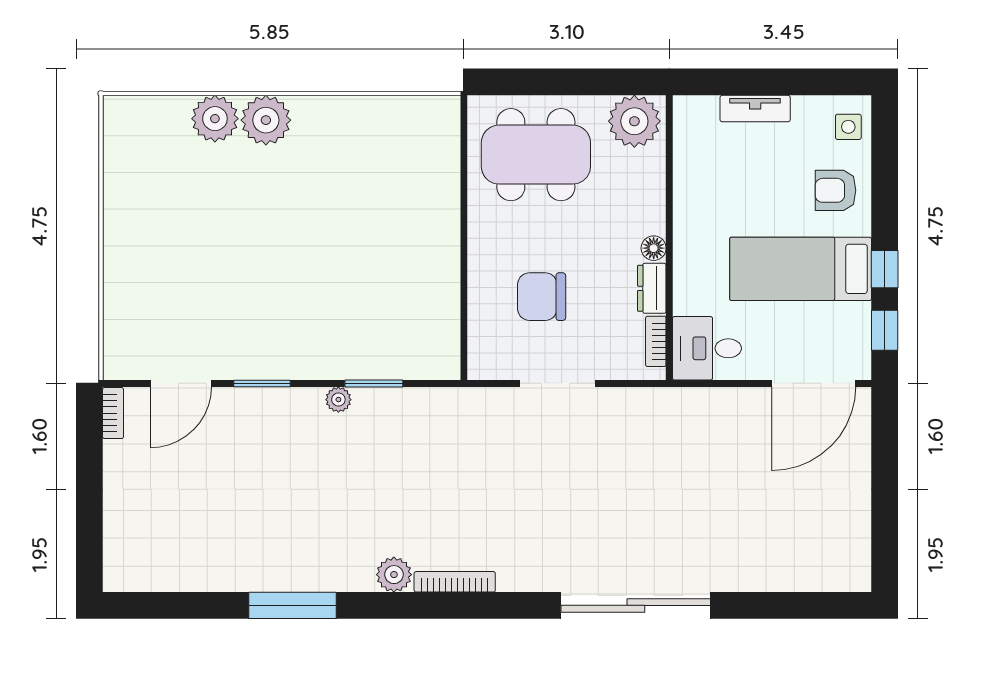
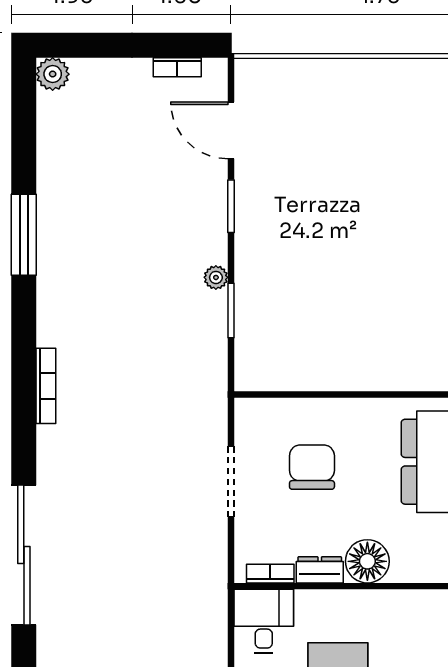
floor lamp: (654, 248) -> (367, 561), width x1.89, depth x1.89
bookcase: (113, 413) -> (177, 67), moved
plant: (394, 575) -> (53, 74), moved

